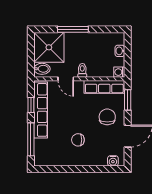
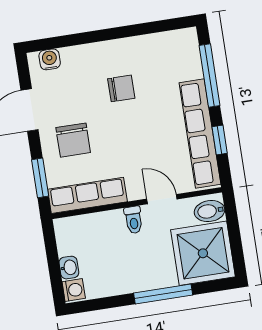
washing machine: (119, 72) -> (74, 290), moved

